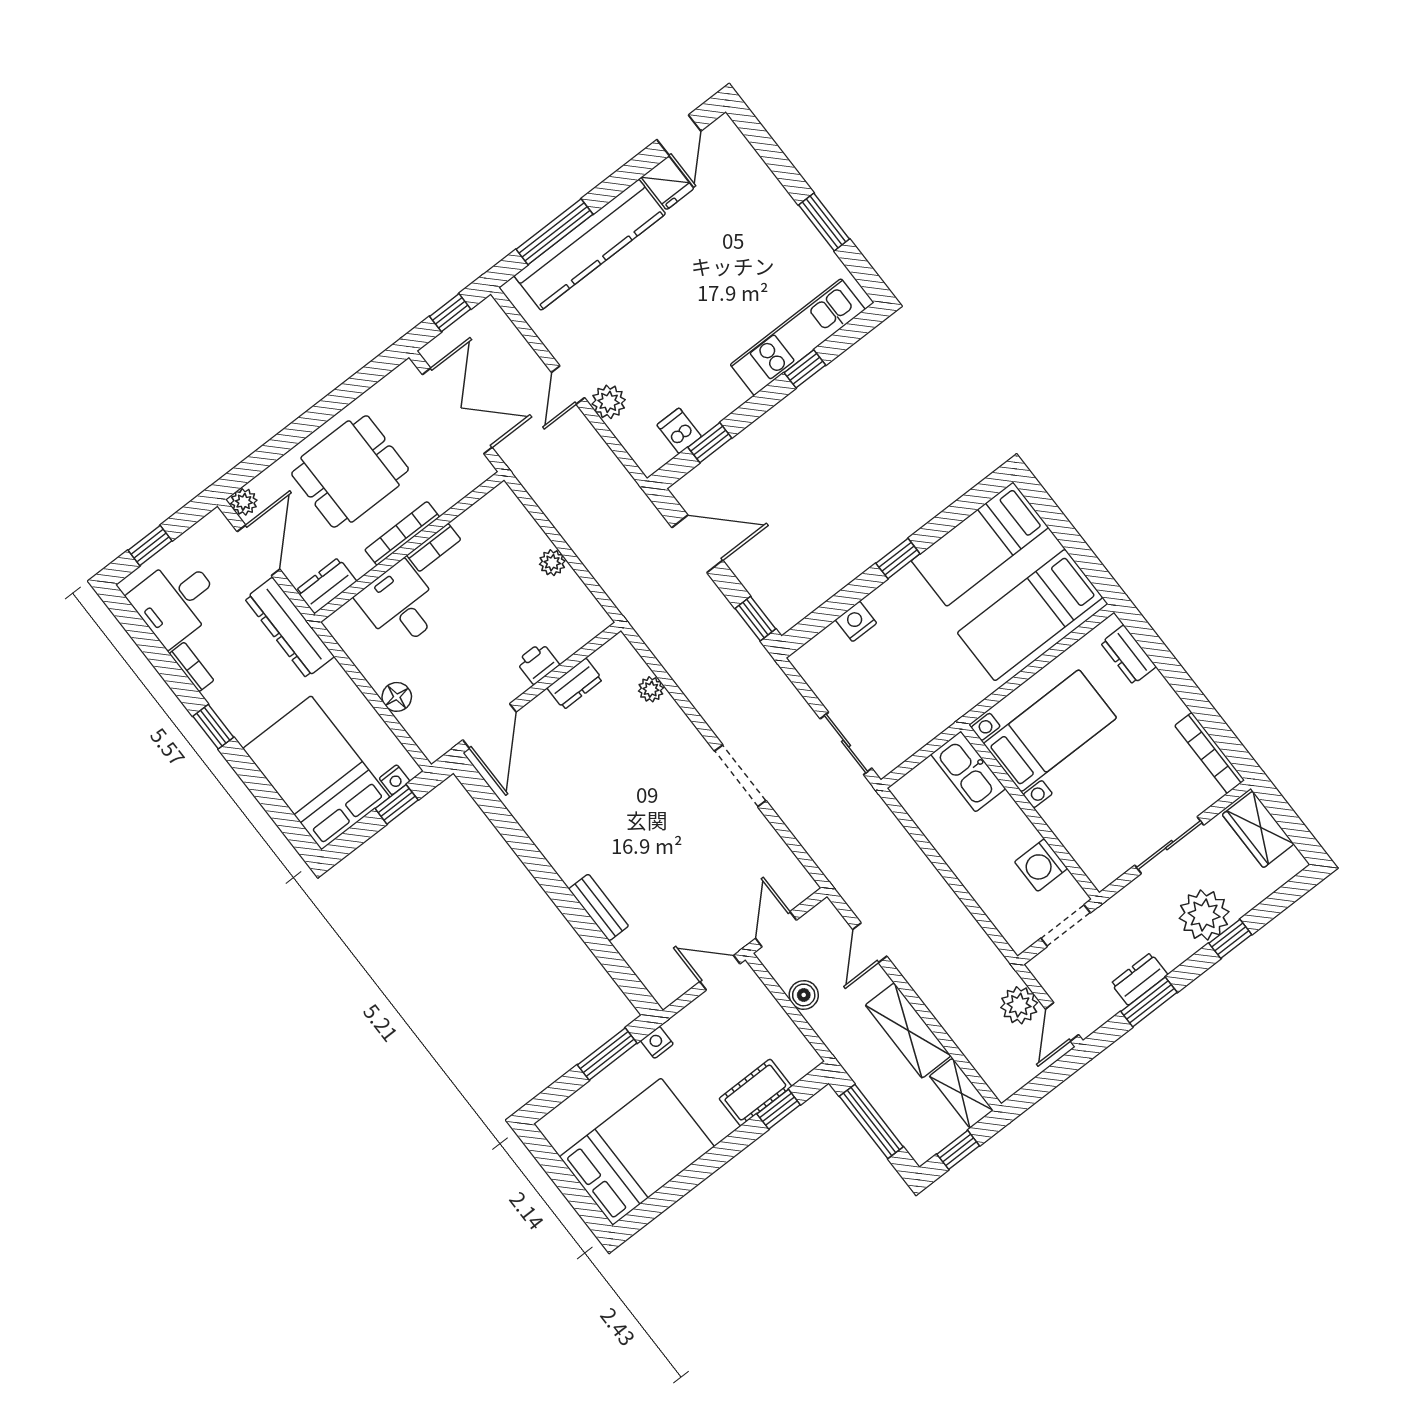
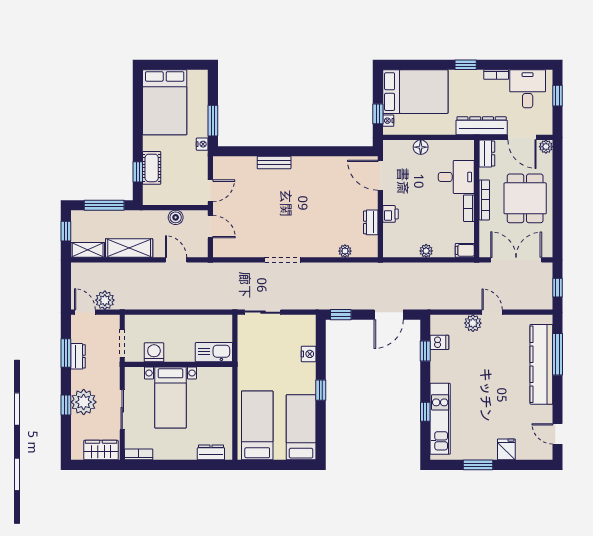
fridge: (667, 183) -> (506, 449), moved, turned 90
double door: (457, 411) -> (516, 260), swing flipped
filing cabinet: (505, 503) -> (465, 250), added
bed with nightstands: (1050, 731) -> (170, 398), moved
bookcase: (1210, 753) -> (139, 454), width x0.64

